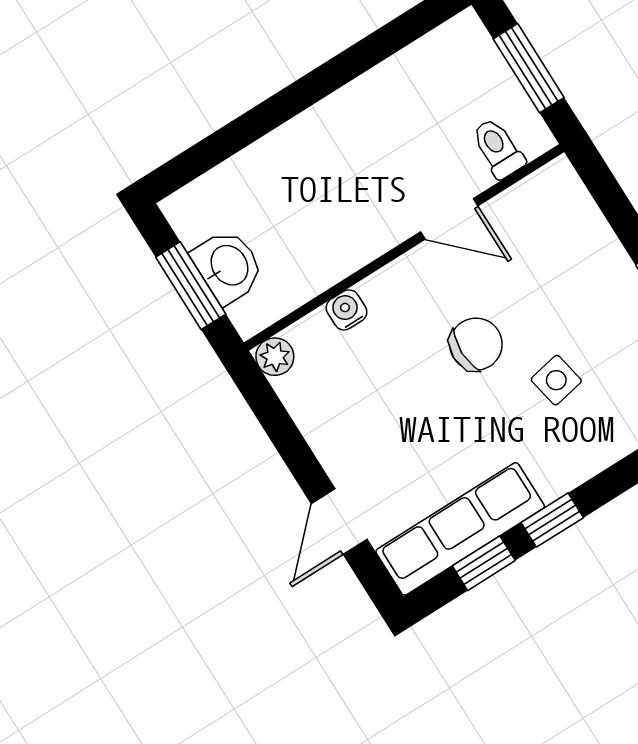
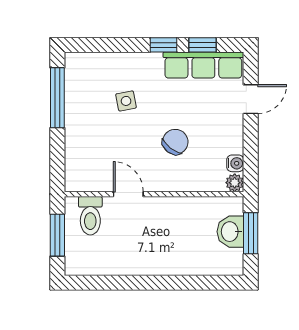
toilet: (498, 148) -> (90, 216), width x1.37, depth x1.39
water cooler: (347, 310) -> (235, 163), moved, turned -90
chair: (476, 344) -> (175, 142), moved, turned 128

